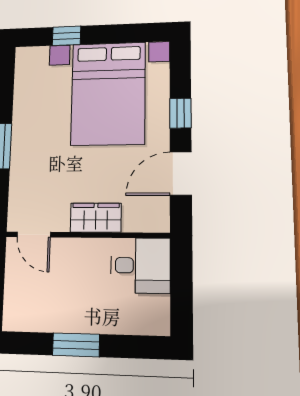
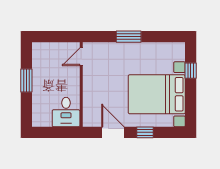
wardrobe: (96, 218) -> (90, 89), removed

